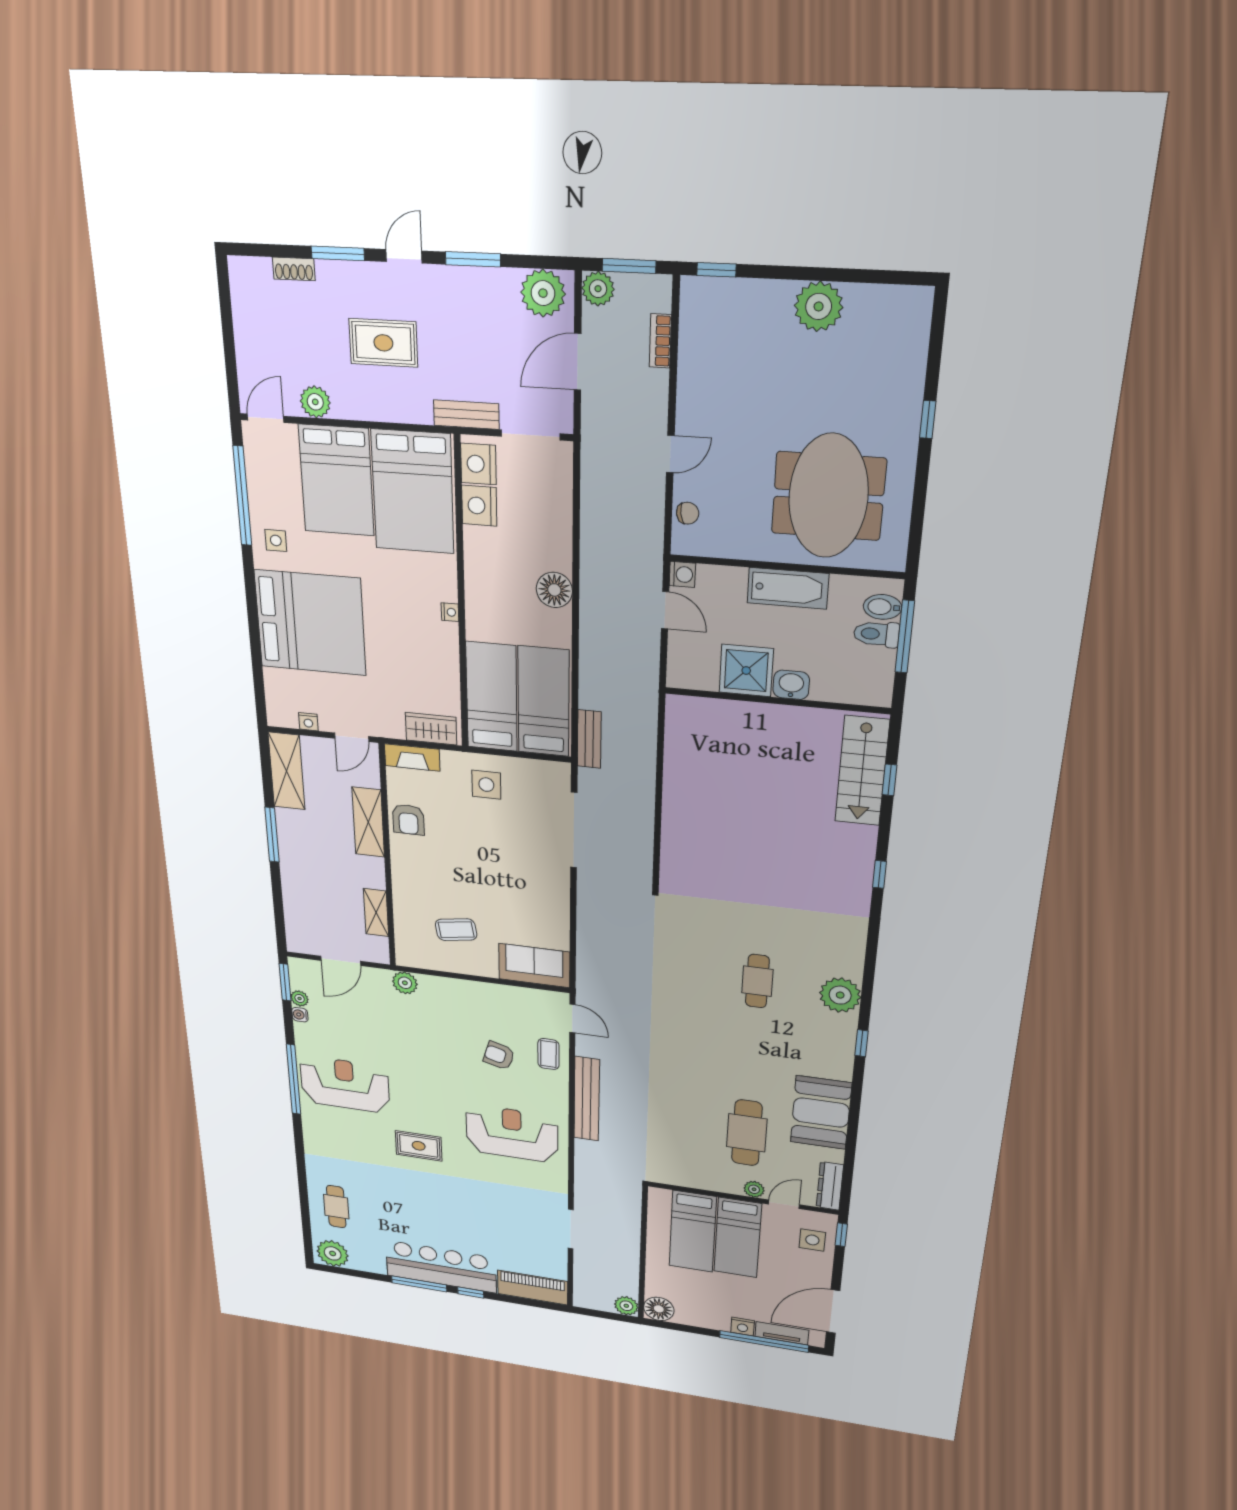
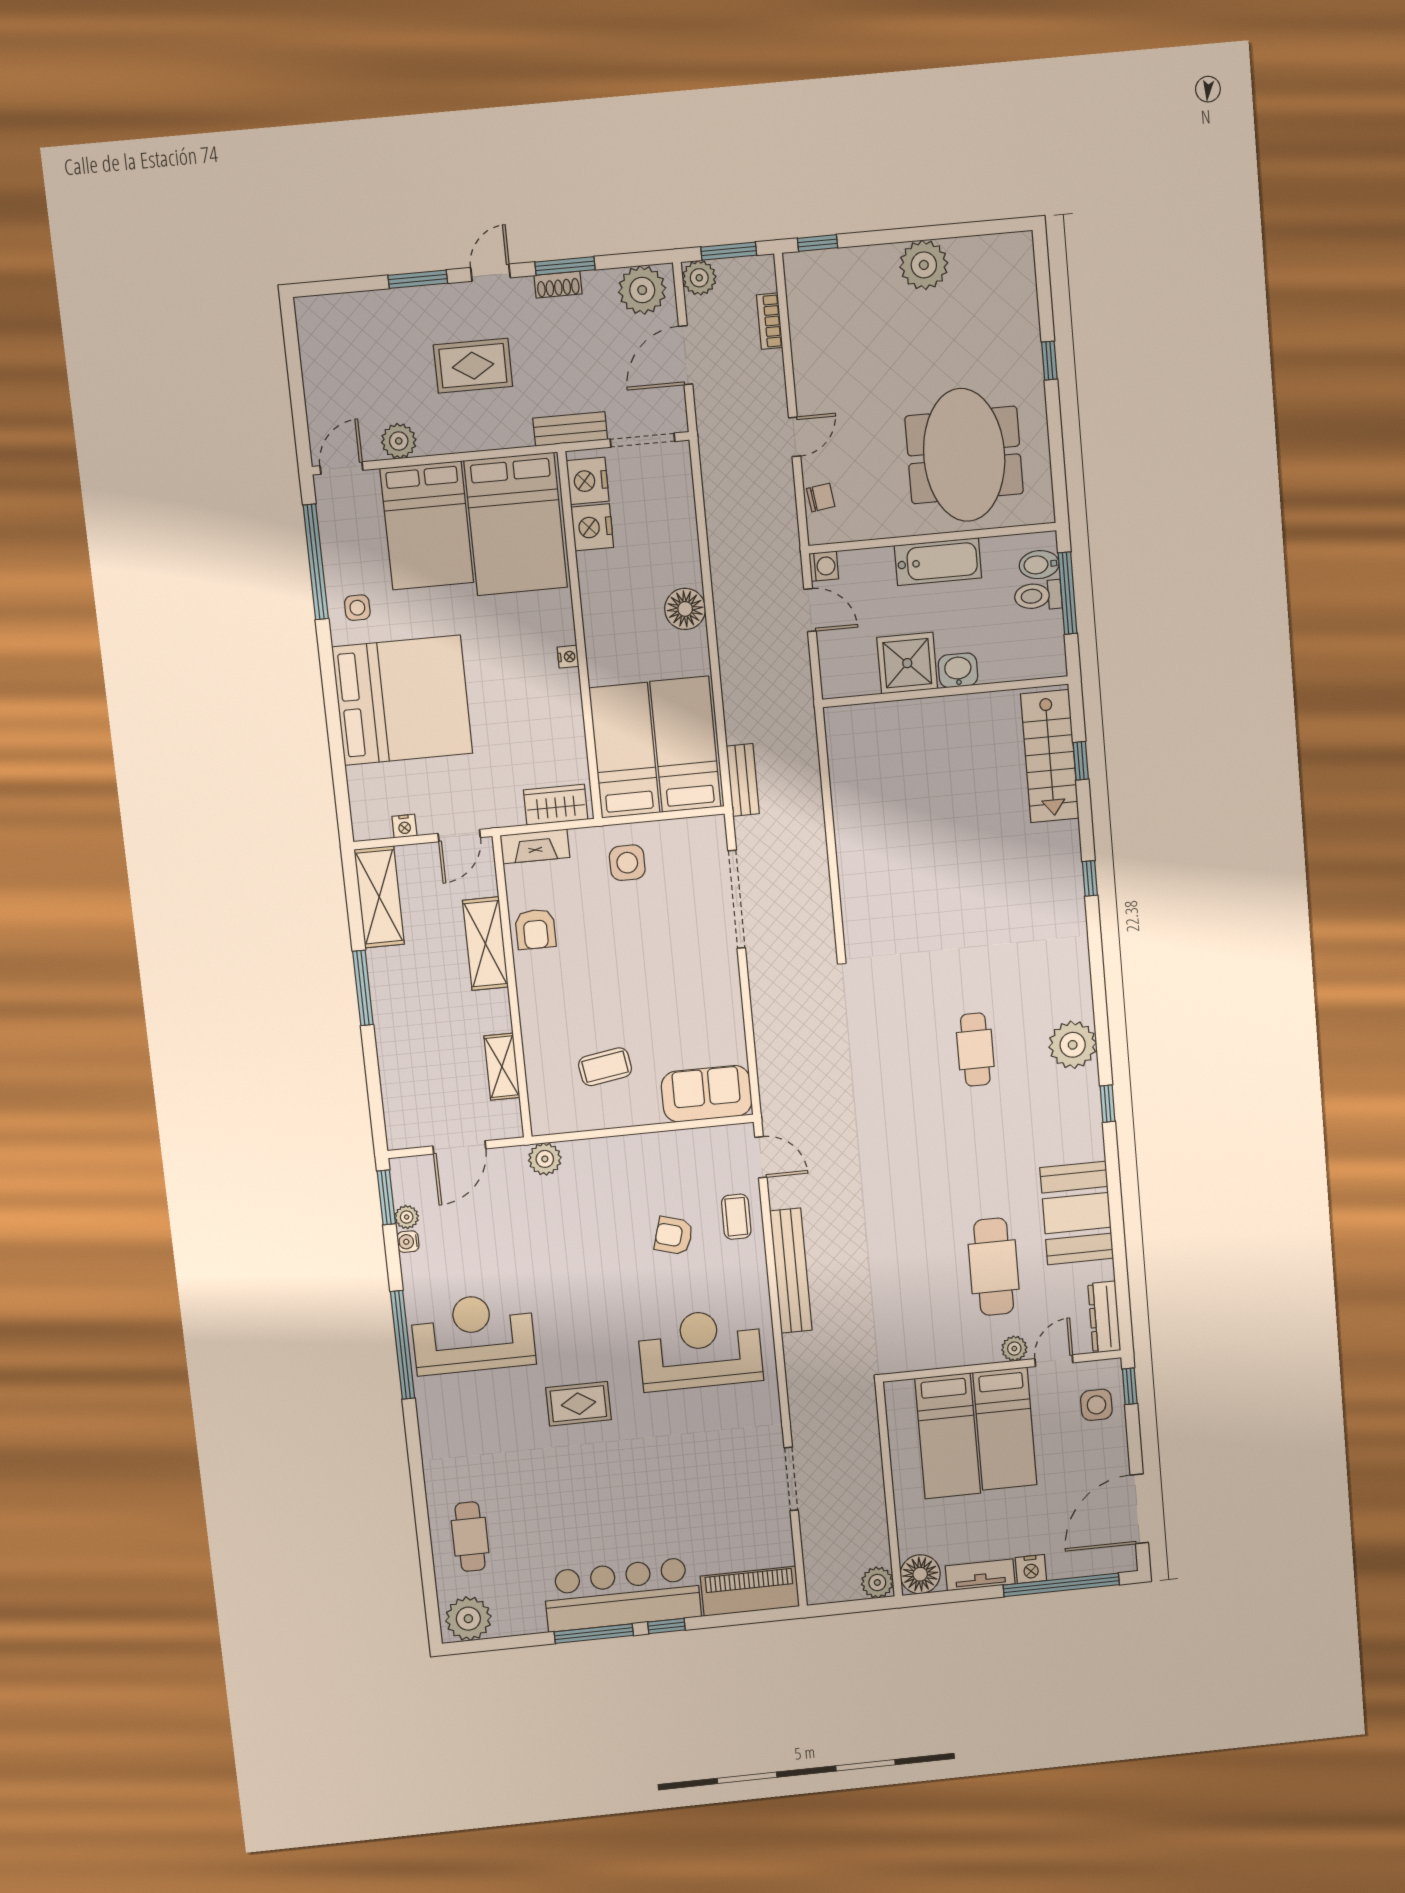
shoe rack: (294, 269) -> (558, 285), moved
tv unit: (782, 1333) -> (980, 1575), moved

